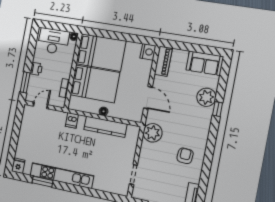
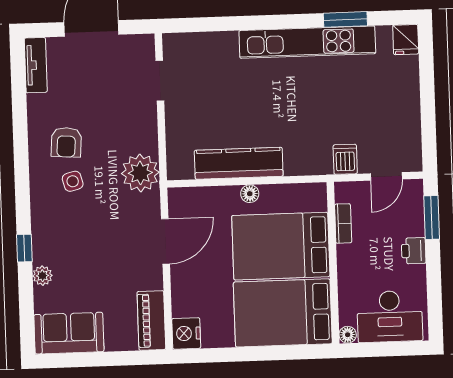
plant: (206, 97) -> (42, 276), width x0.53, depth x0.53
door: (148, 98) -> (165, 241), swing flipped
dishwasher: (72, 120) -> (345, 159), moved
side table: (186, 136) -> (73, 181), added

